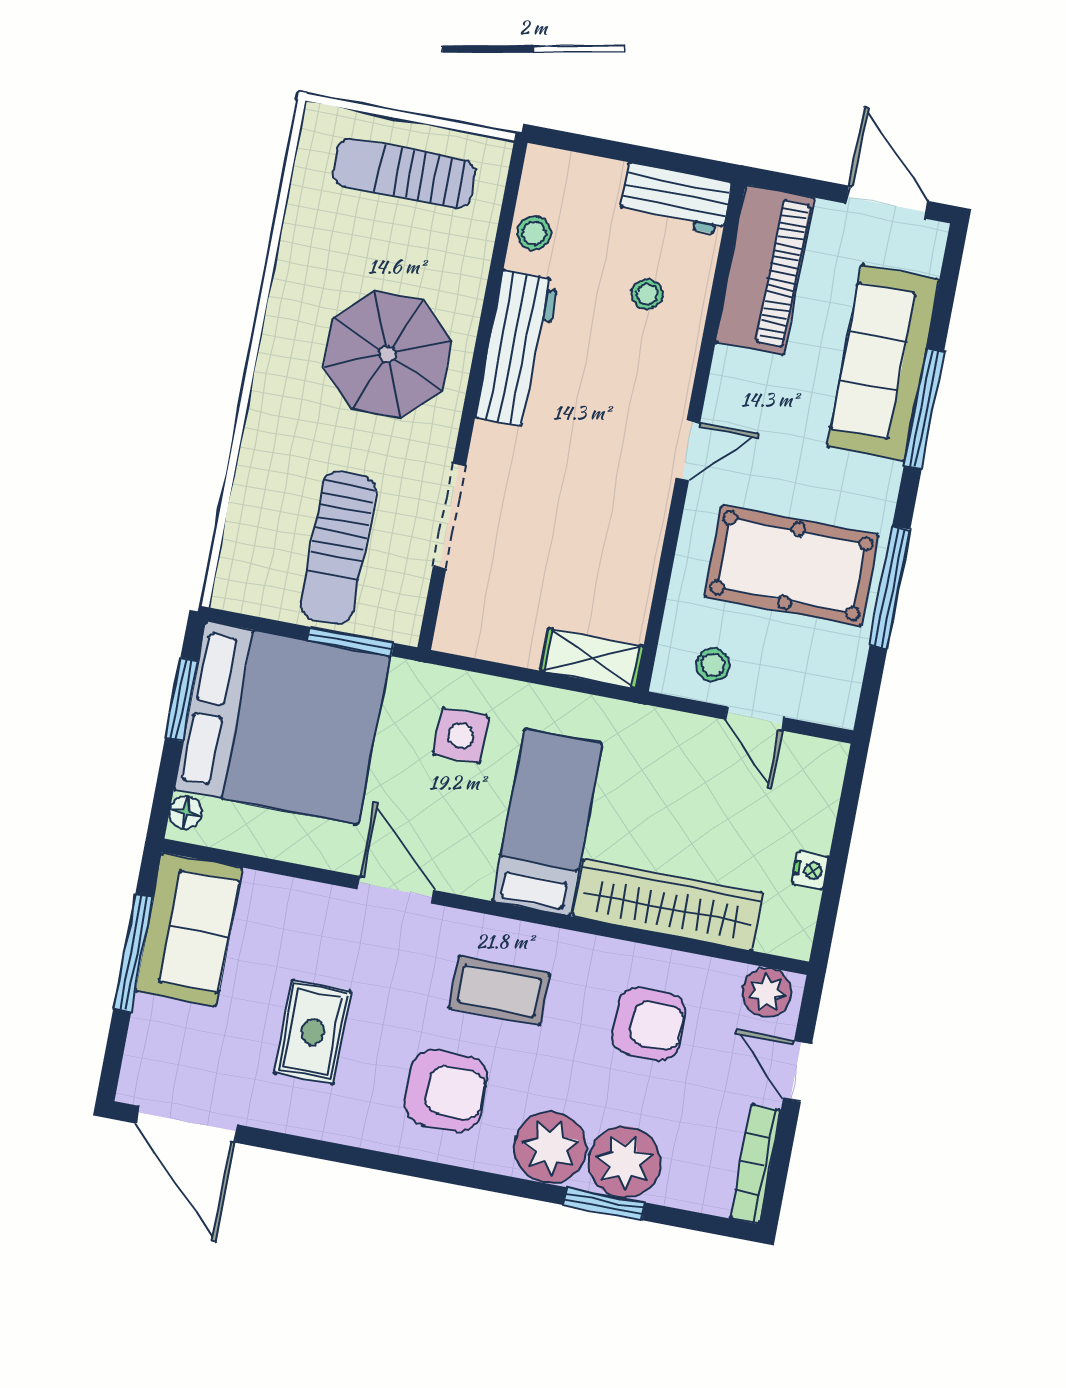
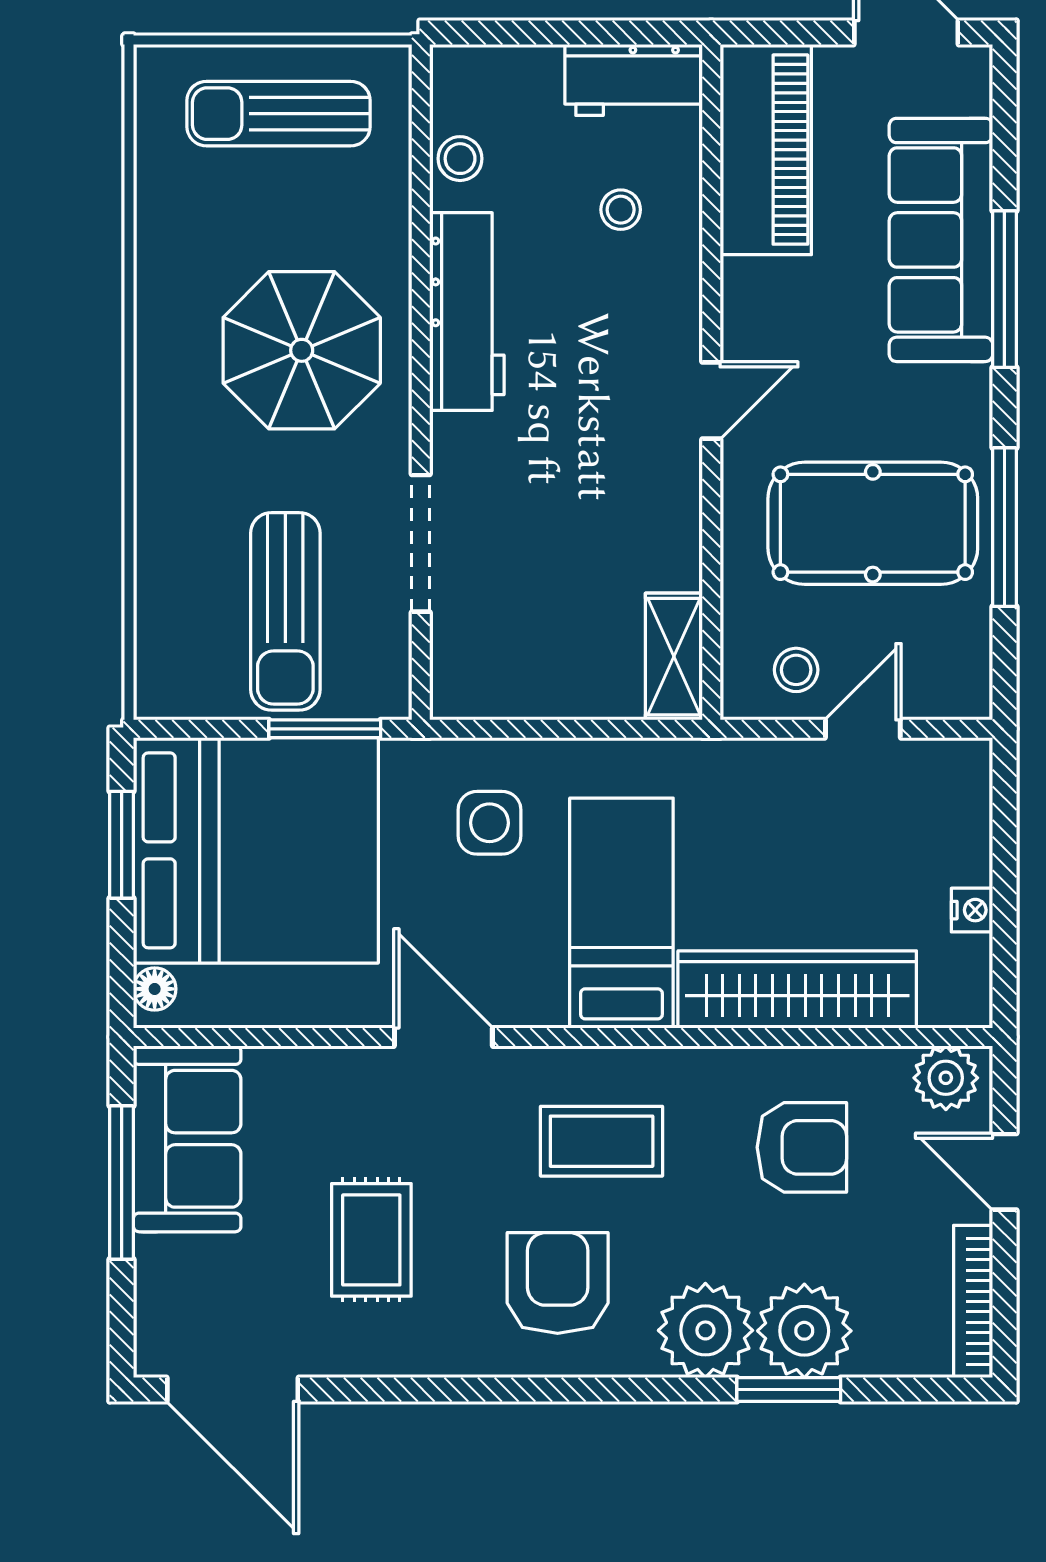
shelving: (592, 658) -> (674, 657), moved, turned 90
door: (755, 719) -> (863, 729), swing flipped
armchair: (446, 1091) -> (558, 1283), turned -90

